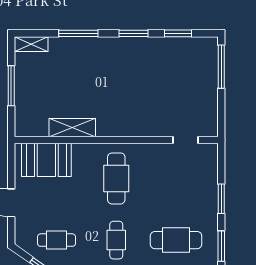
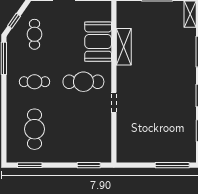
doorway: (185, 140) -> (114, 102), moved
booth: (46, 160) -> (98, 42), moved
window: (221, 199) -> (89, 165), moved

